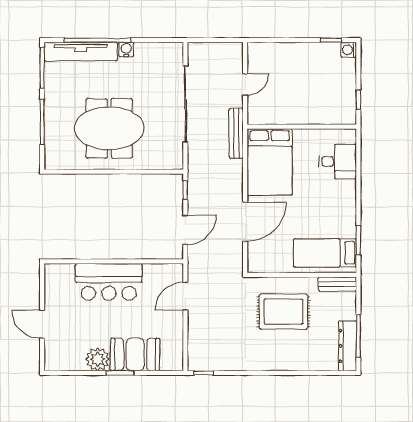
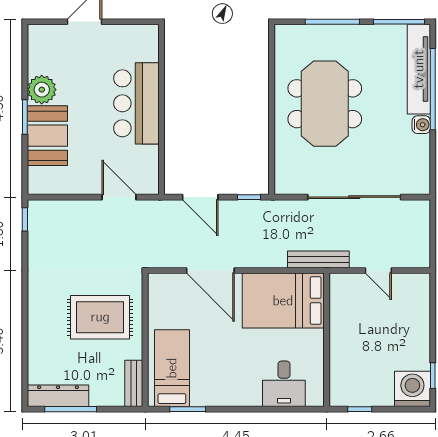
washing machine: (349, 50) -> (412, 389), width x1.89, depth x1.89
rug: (283, 312) -> (100, 317), turned 90

